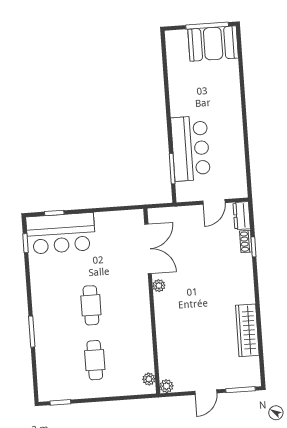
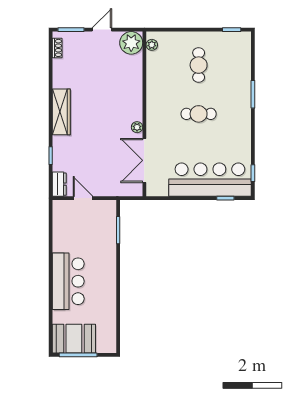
bar counter: (191, 148) -> (68, 281), moved, turned 180
door: (214, 202) -> (83, 198), hinge flipped
bar counter: (61, 233) -> (210, 180), width x1.36
shoe rack: (246, 242) -> (57, 48), moved
cafe table: (91, 305) -> (199, 114), turned 90
wardrobe: (247, 330) -> (61, 112), moved
plant: (166, 386) -> (131, 43), width x1.88, depth x1.88

